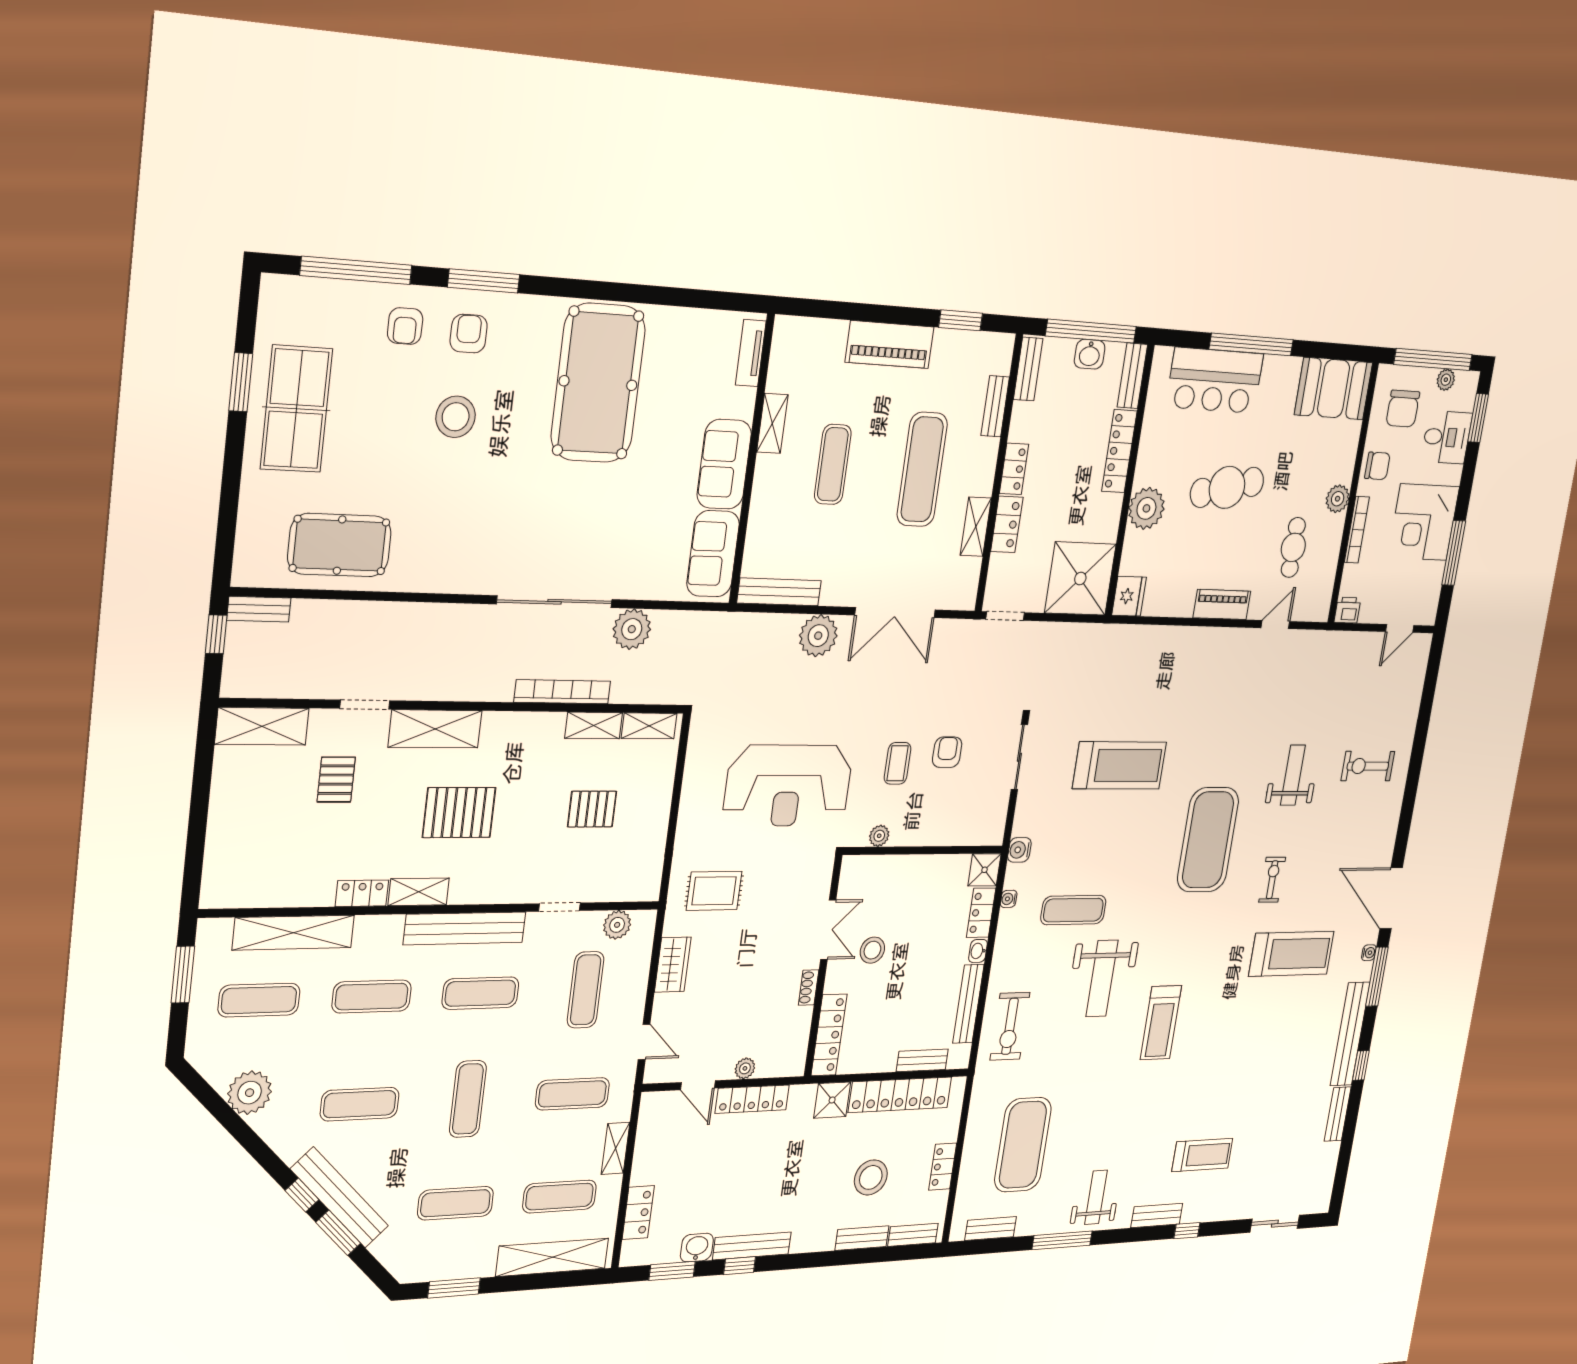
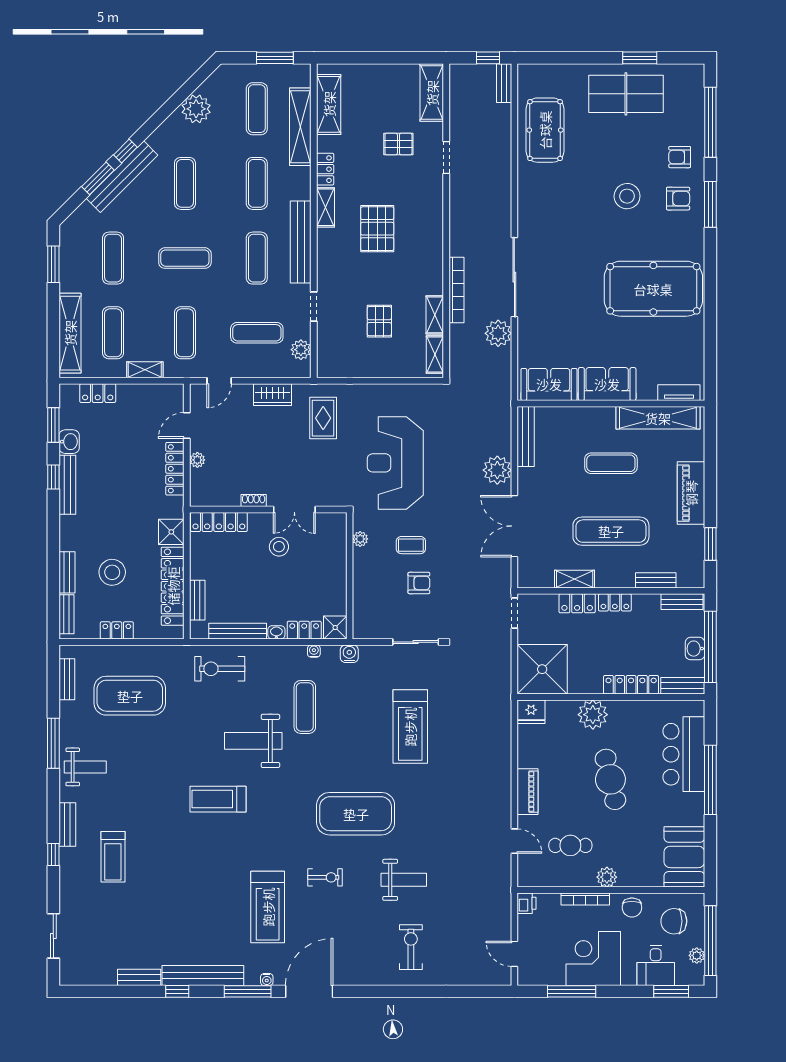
shelving: (772, 423) -> (658, 418), width x2.20, depth x1.33
shelving: (435, 729) -> (329, 104), moved

